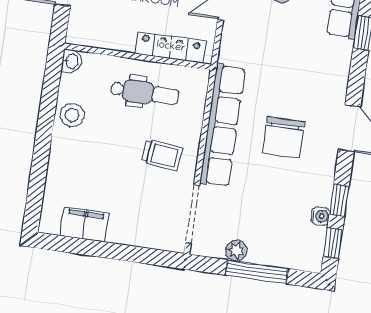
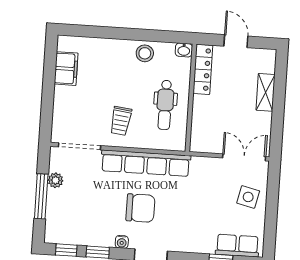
locker: (171, 47) -> (203, 69), moved
chair: (283, 137) -> (140, 208), turned 180
water cooler: (320, 216) -> (122, 242), moved

